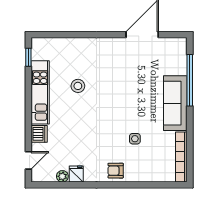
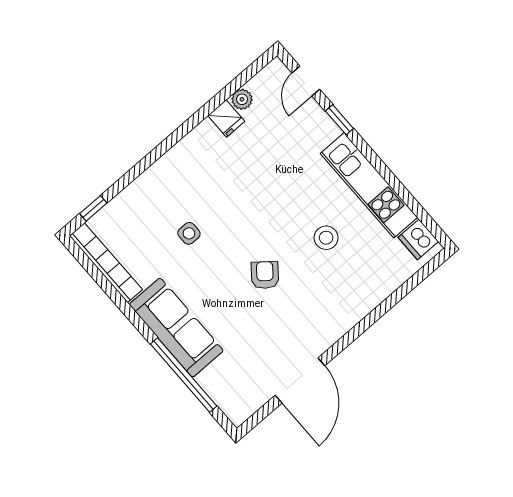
window: (28, 57) -> (339, 120), moved
dishwasher: (39, 134) -> (418, 239), moved
armchair: (116, 171) -> (265, 275), moved, turned -51
window: (166, 185) -> (93, 208), added

